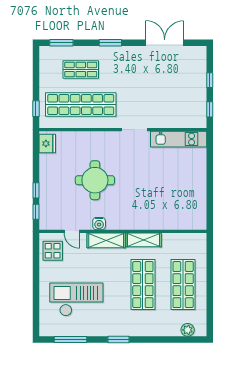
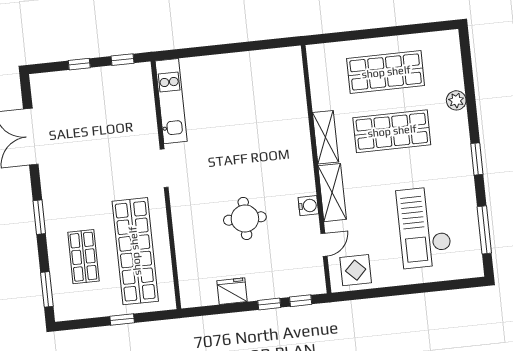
window: (36, 109) -> (122, 319), moved
fridge: (47, 143) -> (232, 291), moved
round table: (95, 180) -> (245, 218), width x0.73, depth x0.73
plant: (188, 330) -> (456, 100), moved

